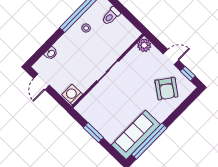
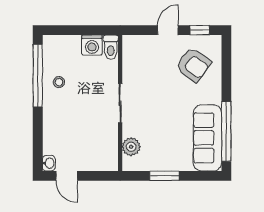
toilet: (111, 16) -> (111, 47), moved
plant: (144, 45) -> (131, 147), moved
washbasin: (51, 53) -> (49, 163), moved
washing machine: (72, 94) -> (92, 45), moved, turned -90

